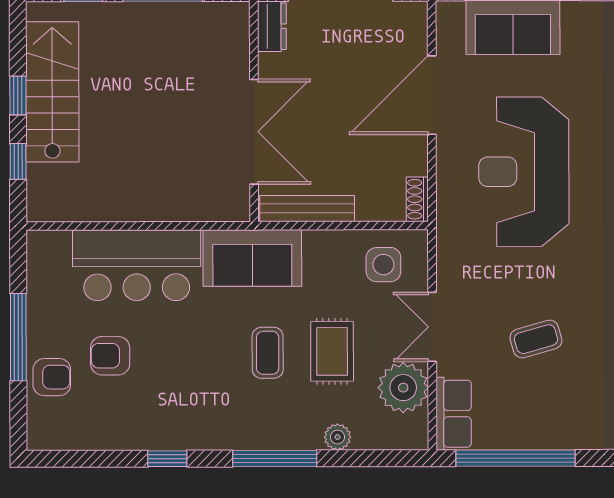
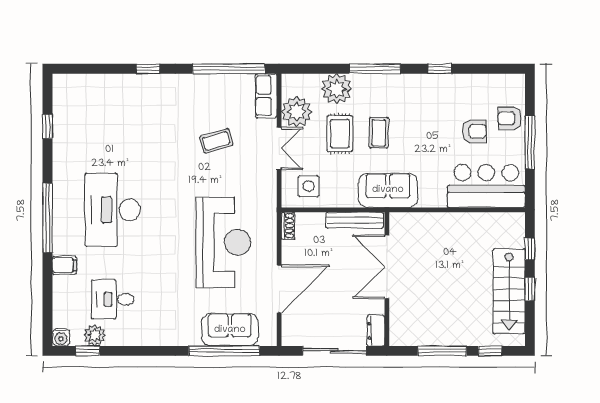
bar counter: (137, 265) -> (486, 186), moved
plant: (337, 437) -> (337, 89), width x1.88, depth x1.88

